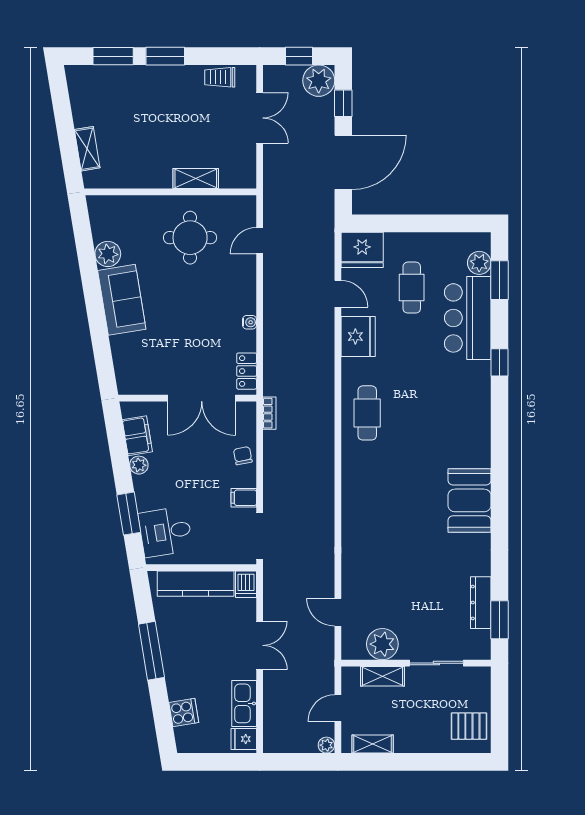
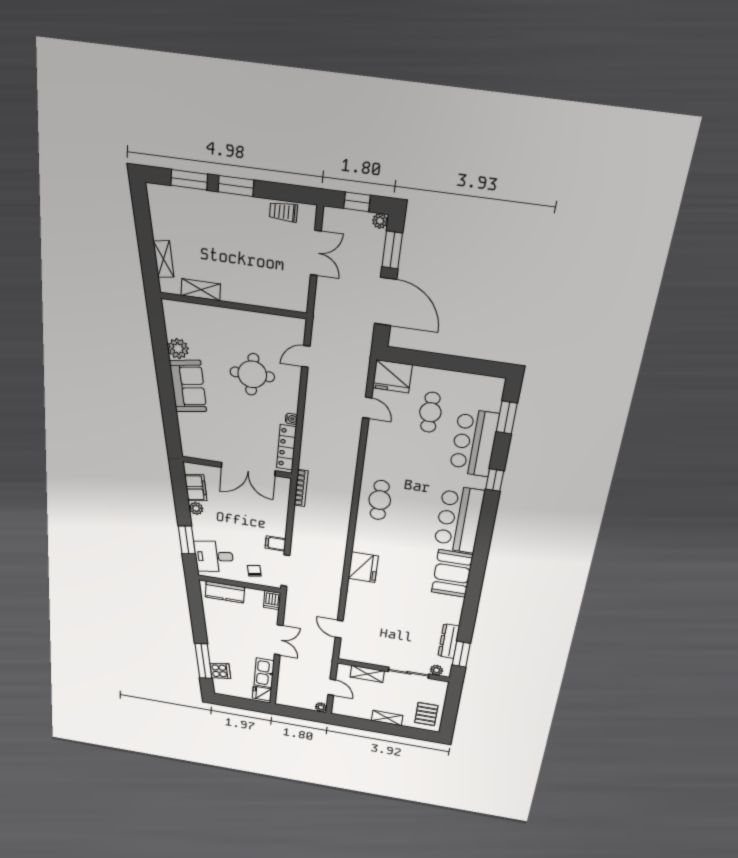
plant: (319, 81) -> (380, 221), width x0.53, depth x0.53
window: (343, 103) -> (392, 250), width x1.50
door: (343, 162) -> (386, 302), hinge flipped
shelving: (196, 178) -> (201, 290), moved
round table: (190, 238) -> (252, 374), moved
plant: (479, 263) -> (492, 401), removed
fridge: (358, 336) -> (363, 567), moved
locker: (247, 371) -> (286, 447), width x1.53
bookcase: (269, 413) -> (301, 488), width x1.56
bar counter: (466, 422) -> (459, 519), added
chair: (243, 456) -> (254, 571), moved
kitchen counter: (196, 584) -> (225, 592), width x0.67
plant: (382, 644) -> (436, 670), moved, width x0.53, depth x0.53
window: (151, 651) -> (204, 661), moved
door: (338, 708) -> (332, 687), swing flipped
pallet: (469, 726) -> (426, 714), turned 90
shelving: (373, 744) -> (387, 718), moved

